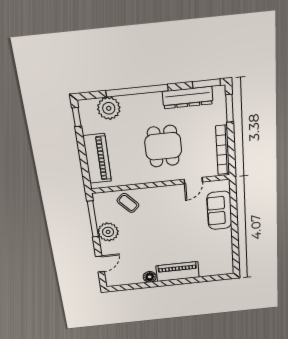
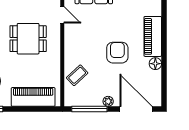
plant: (108, 232) -> (108, 101), width x0.53, depth x0.53
armchair: (157, 240) -> (117, 53), added
door: (100, 264) -> (136, 109), width x1.88

